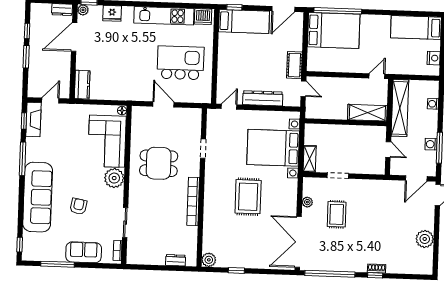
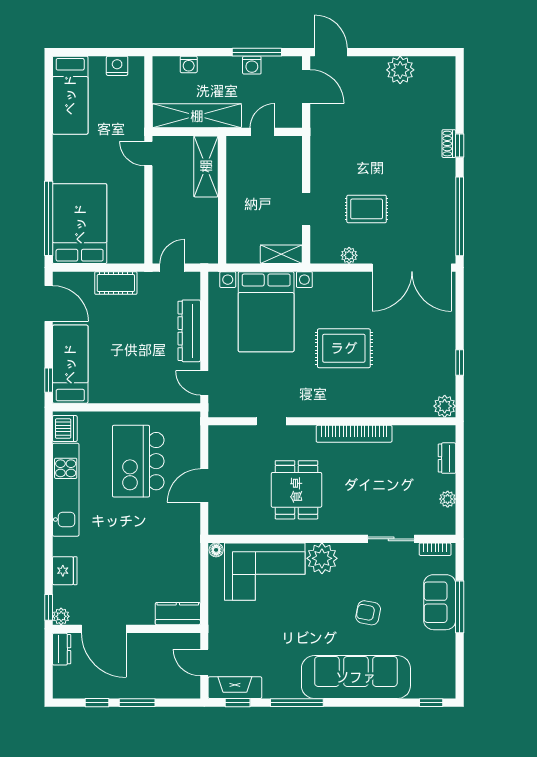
cot: (294, 65) -> (116, 283), moved
plant: (149, 260) -> (448, 499), added
window: (57, 264) -> (460, 607), moved

